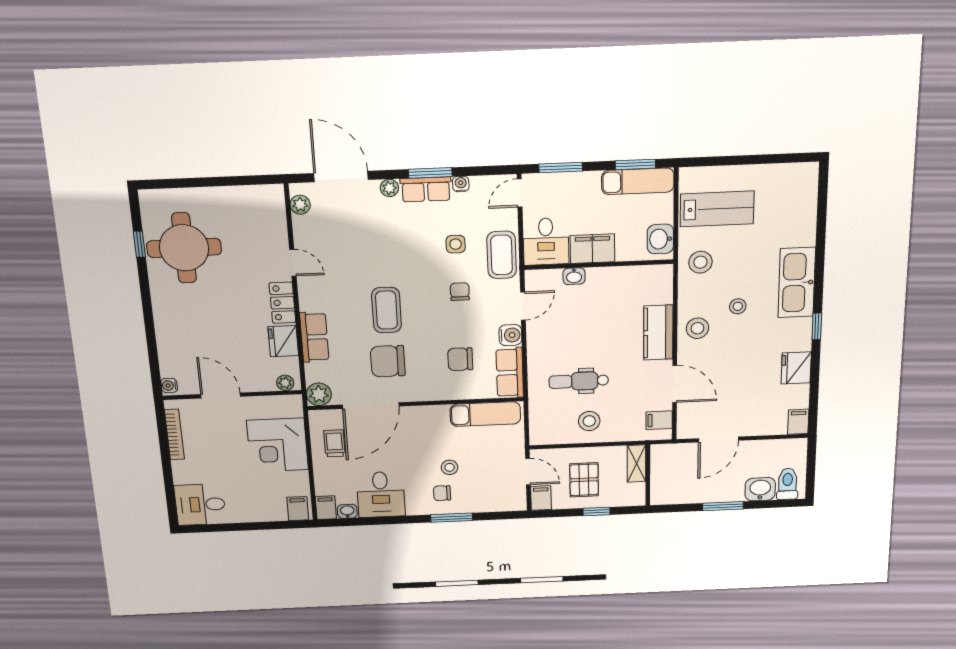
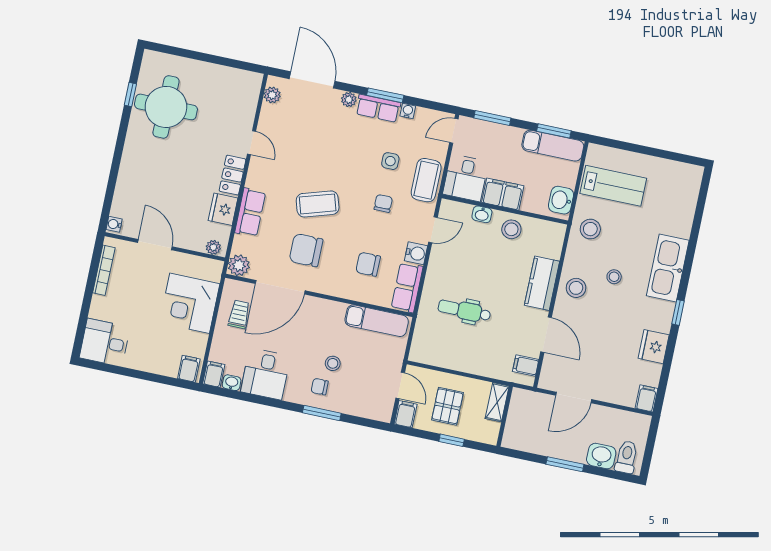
coffee table: (387, 310) -> (318, 204), turned 73
stool: (589, 421) -> (511, 229), moved

